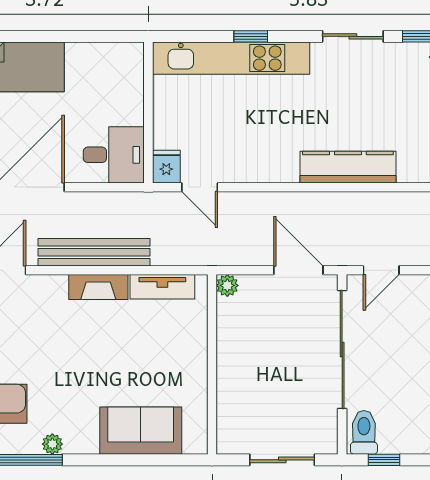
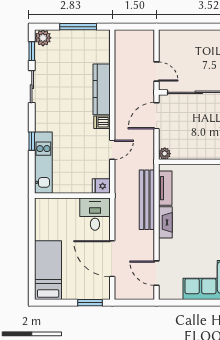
kitchen unit: (231, 58) -> (43, 163), width x0.73
dishwasher: (286, 168) -> (102, 122), added
door: (200, 187) -> (112, 150), moved
bench: (94, 252) -> (147, 200), moved

